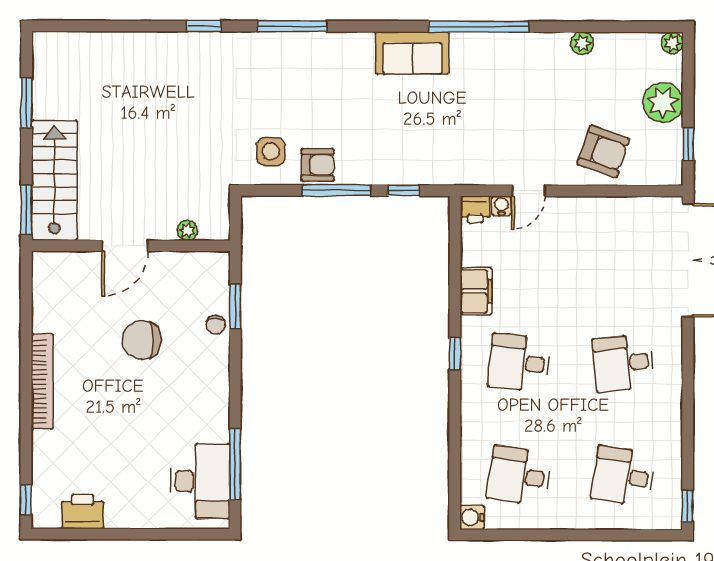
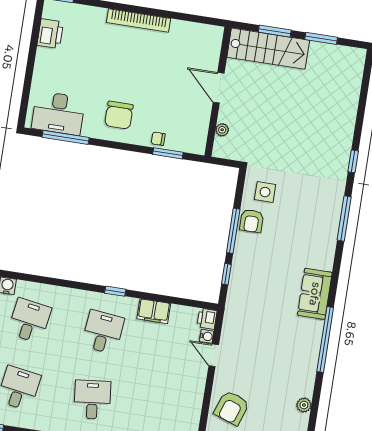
window: (26, 210) -> (275, 31), moved
chair: (142, 340) -> (119, 115), moved, turned 180

